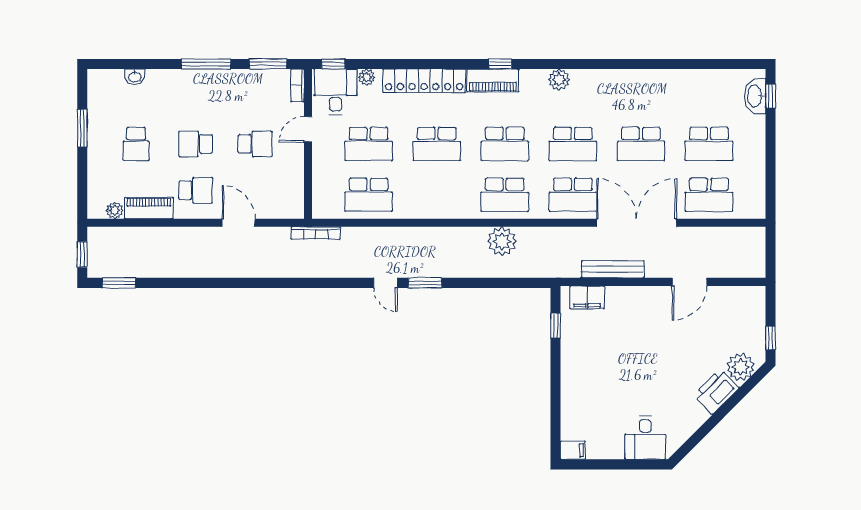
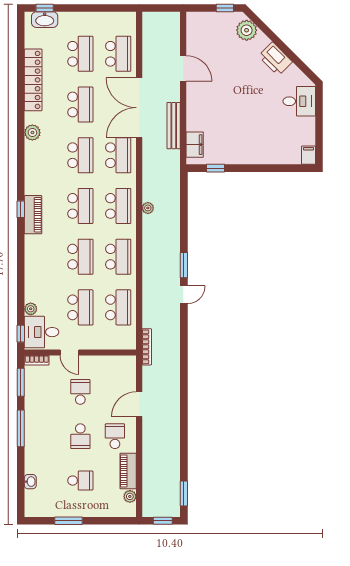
plant: (559, 80) -> (32, 133), moved
locker: (424, 81) -> (33, 80), moved
school desk: (437, 195) -> (118, 257), added
plant: (502, 241) -> (148, 208), width x0.53, depth x0.53
printer: (716, 391) -> (275, 59), moved

